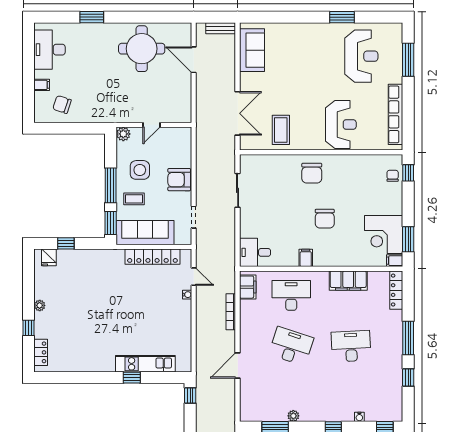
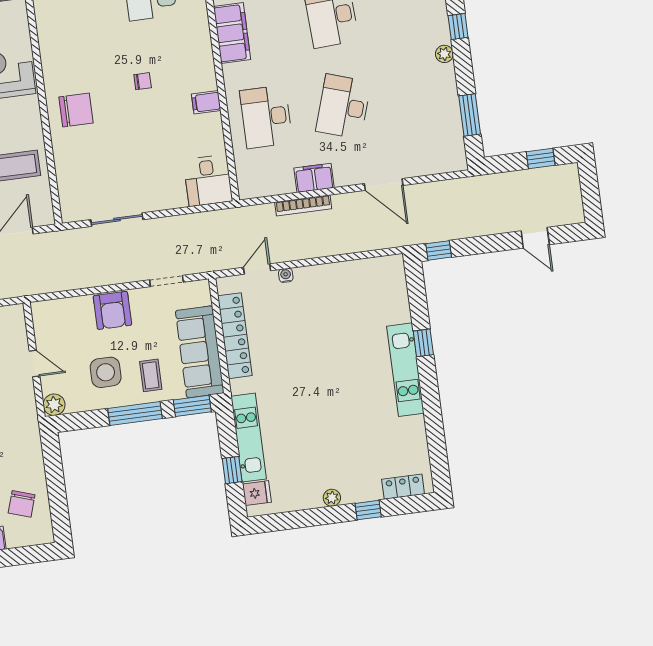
chair: (325, 219) -> (143, 81), width x0.54, depth x0.54
kitchen unit: (85, 257) -> (249, 438), added
filing cabinet: (248, 287) -> (314, 178), moved
kitchen unit: (145, 364) -> (405, 370), moved
plant: (293, 416) -> (444, 54), moved

